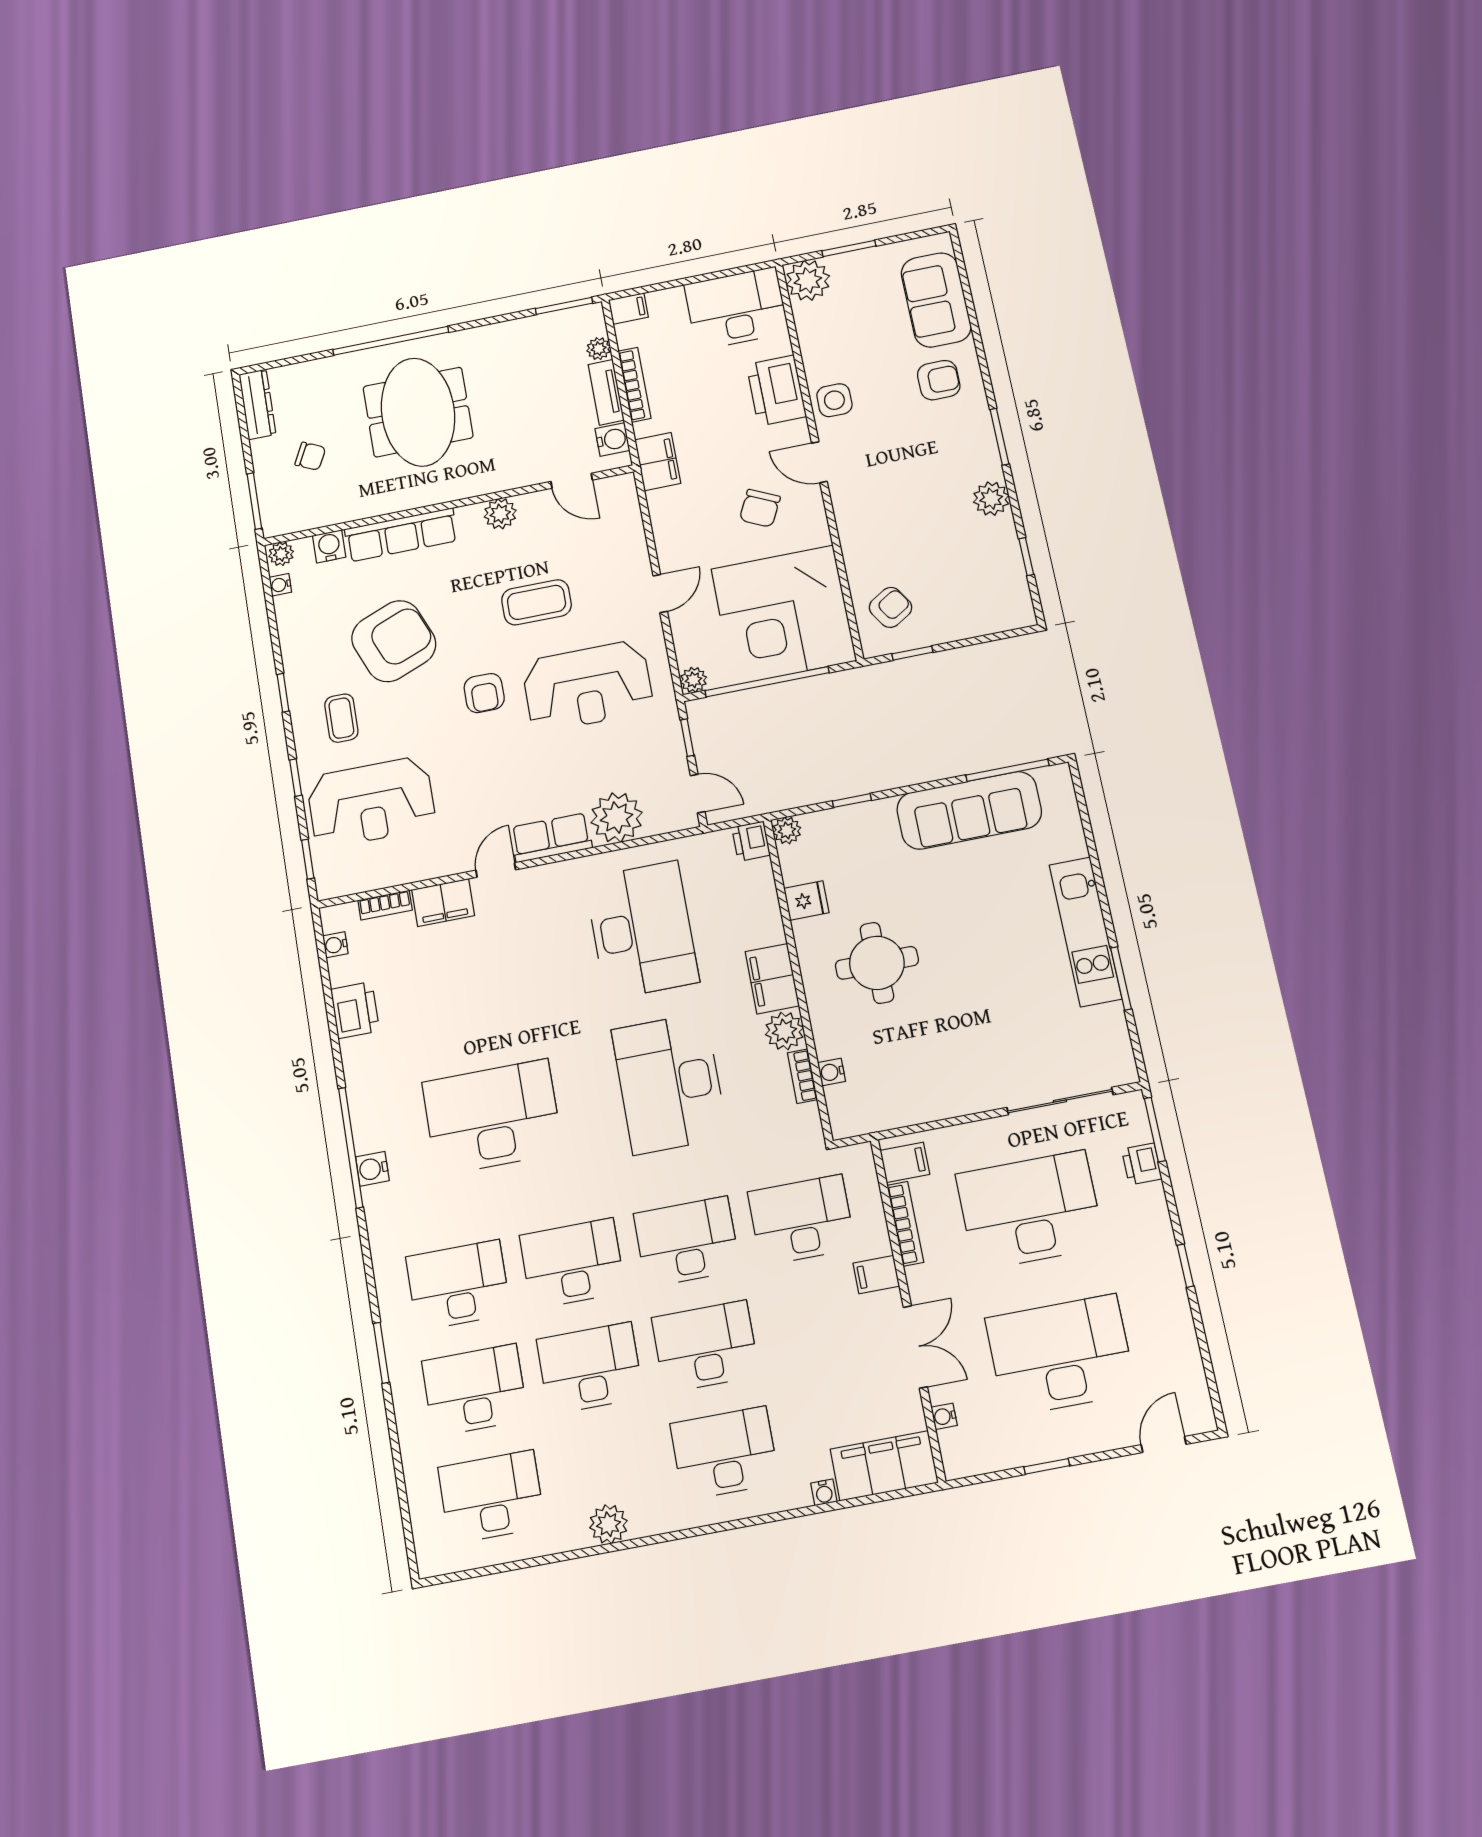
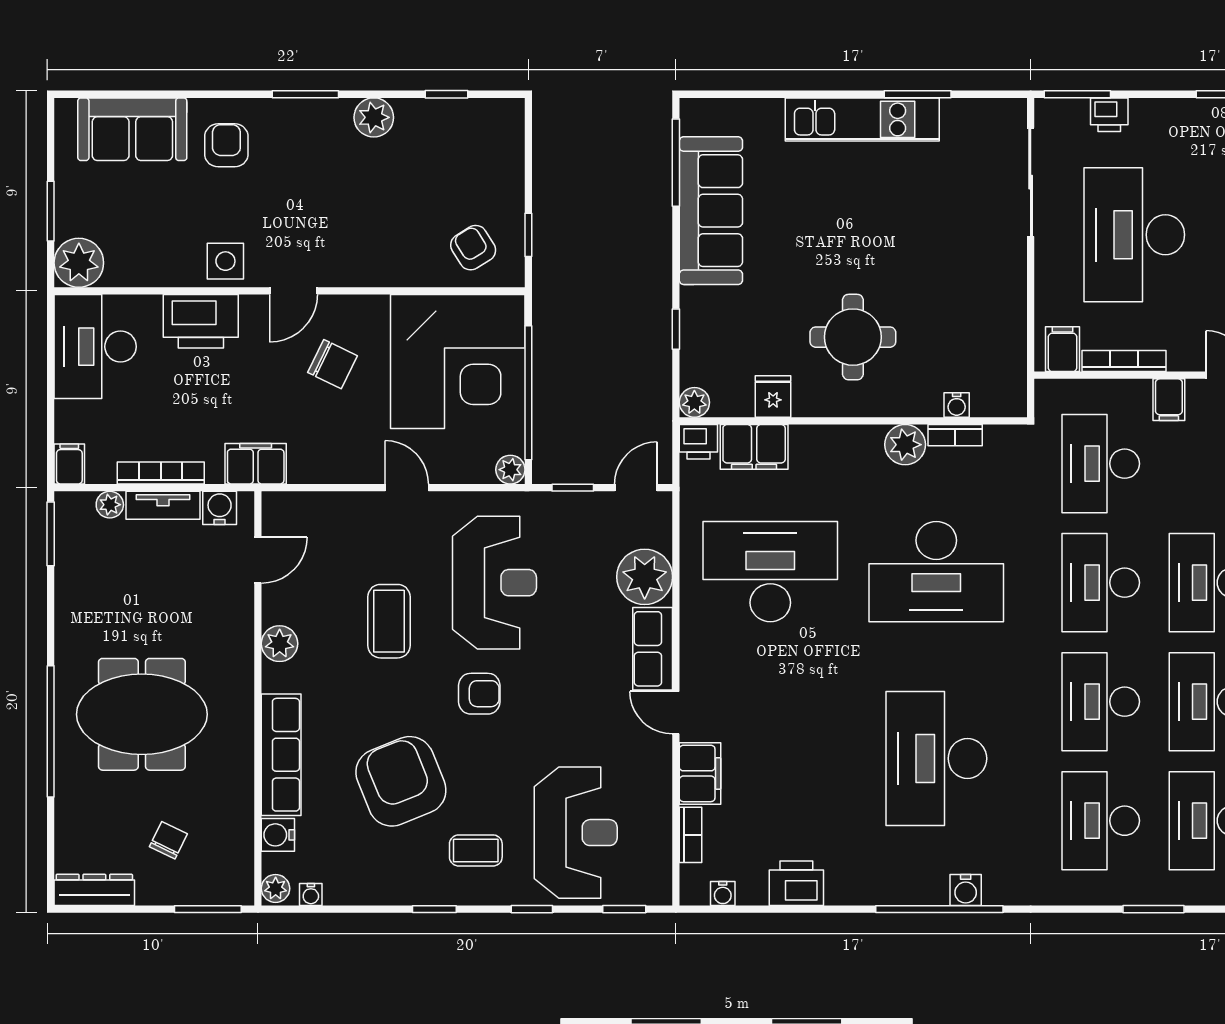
filing cabinet: (772, 979) -> (754, 447), moved

